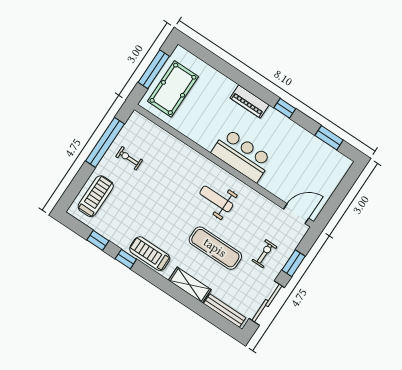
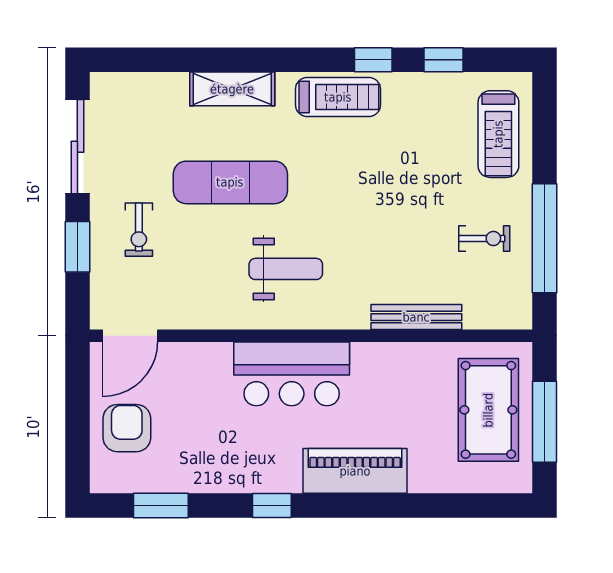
piano: (249, 101) -> (355, 471), width x1.37, depth x1.33
armchair: (322, 178) -> (127, 428), added
bench: (225, 311) -> (416, 317), moved

